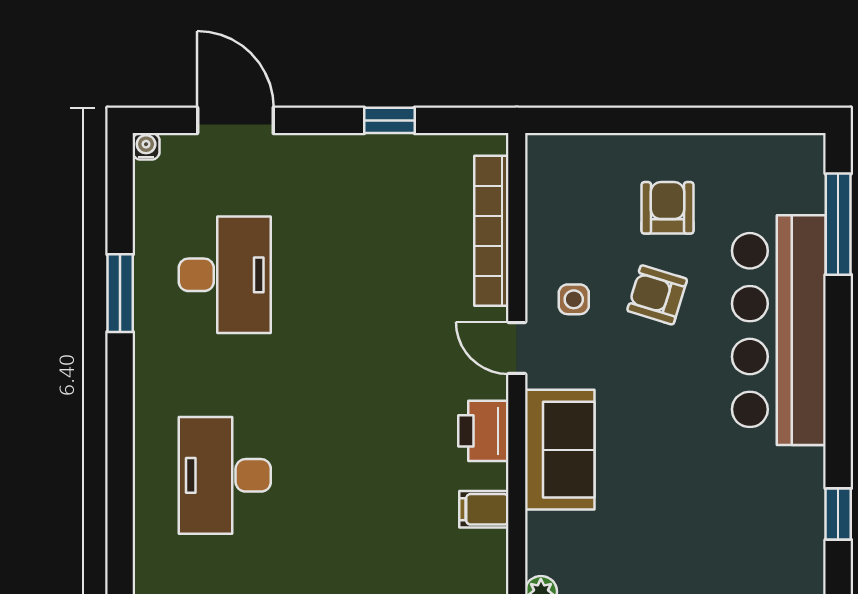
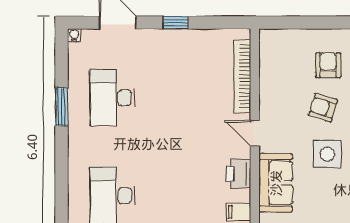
window: (389, 120) -> (176, 23), moved
desk: (225, 275) -> (112, 98), turned 180
side table: (574, 299) -> (327, 154), moved, width x1.87, depth x1.87

